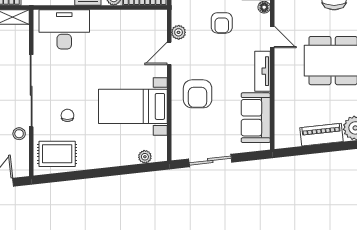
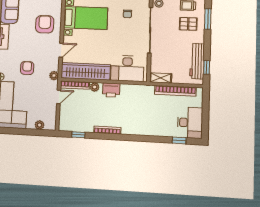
wardrobe: (129, 22) -> (86, 71), added
plant: (179, 32) -> (54, 76), moved

